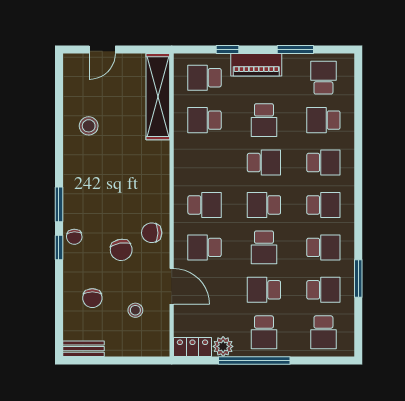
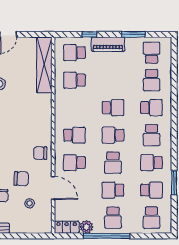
school desk: (264, 120) -> (113, 80), removed
school desk: (323, 120) -> (152, 80), turned -90
school desk: (323, 205) -> (152, 135), turned 90
school desk: (323, 247) -> (152, 163), turned 180
chair: (121, 250) -> (21, 179), moved, turned -77

